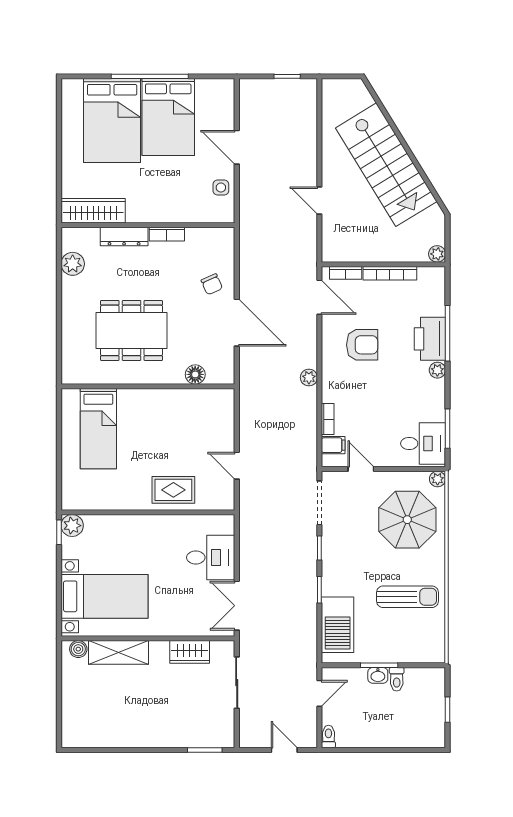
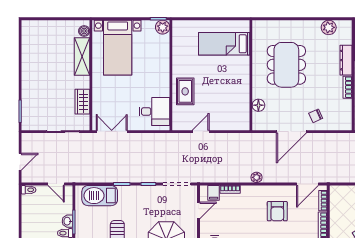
desk: (211, 557) -> (154, 111), moved, turned -90

